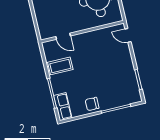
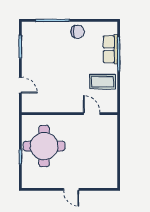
door: (128, 35) -> (20, 85), moved
row of seats: (63, 107) -> (110, 49), moved

